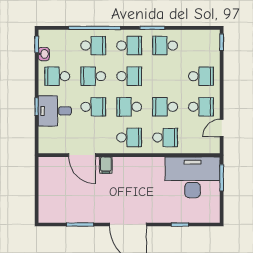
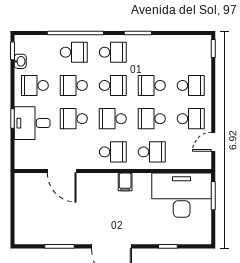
school desk: (165, 46) -> (152, 85), moved
school desk: (93, 107) -> (74, 119), turned 180
filing cabinet: (106, 165) -> (125, 182), moved

